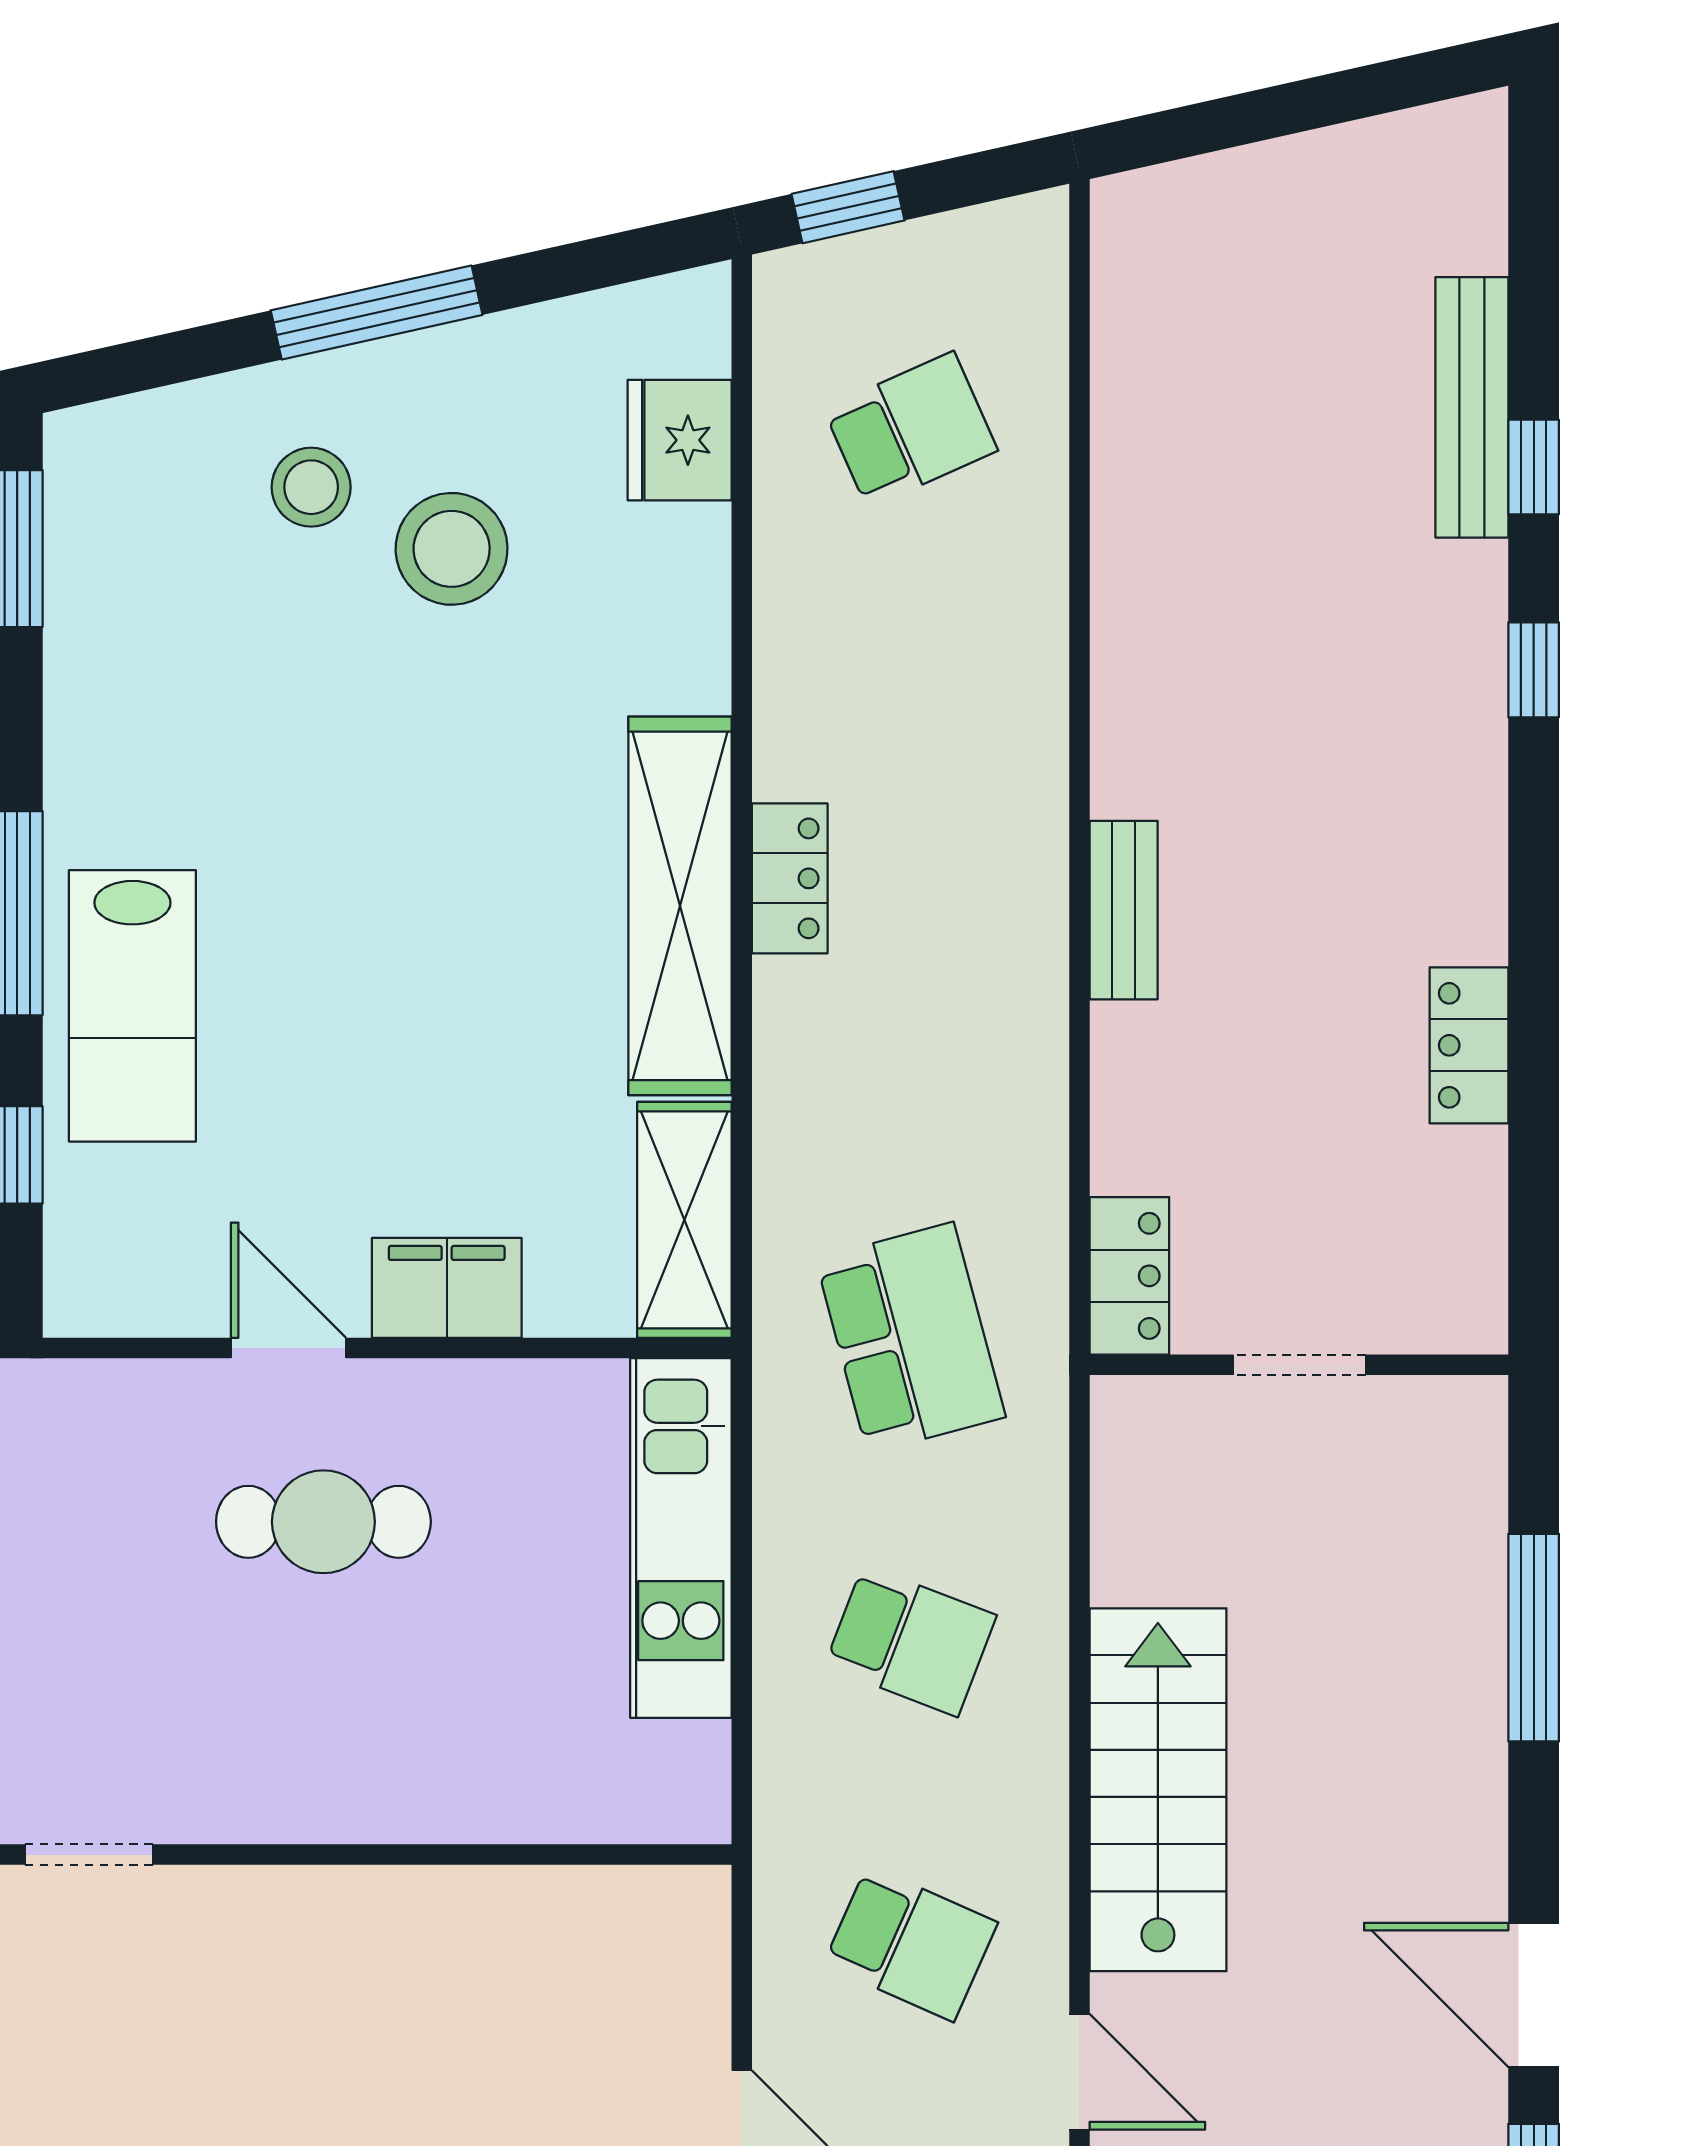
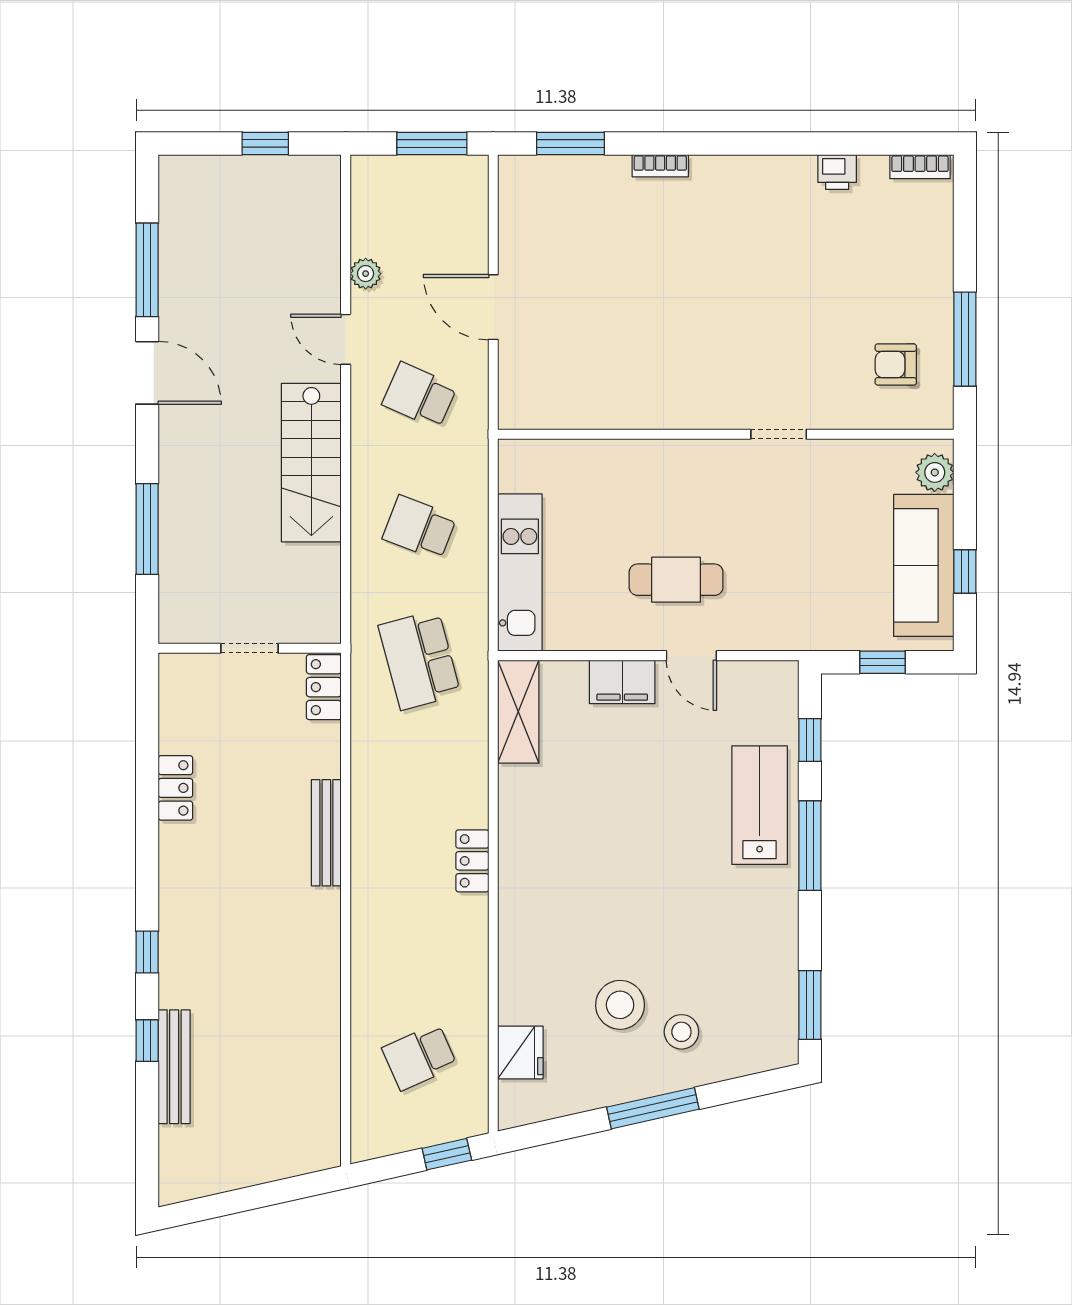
shelving: (680, 906) -> (520, 849), removed
bench: (1124, 910) -> (326, 833), width x1.36

